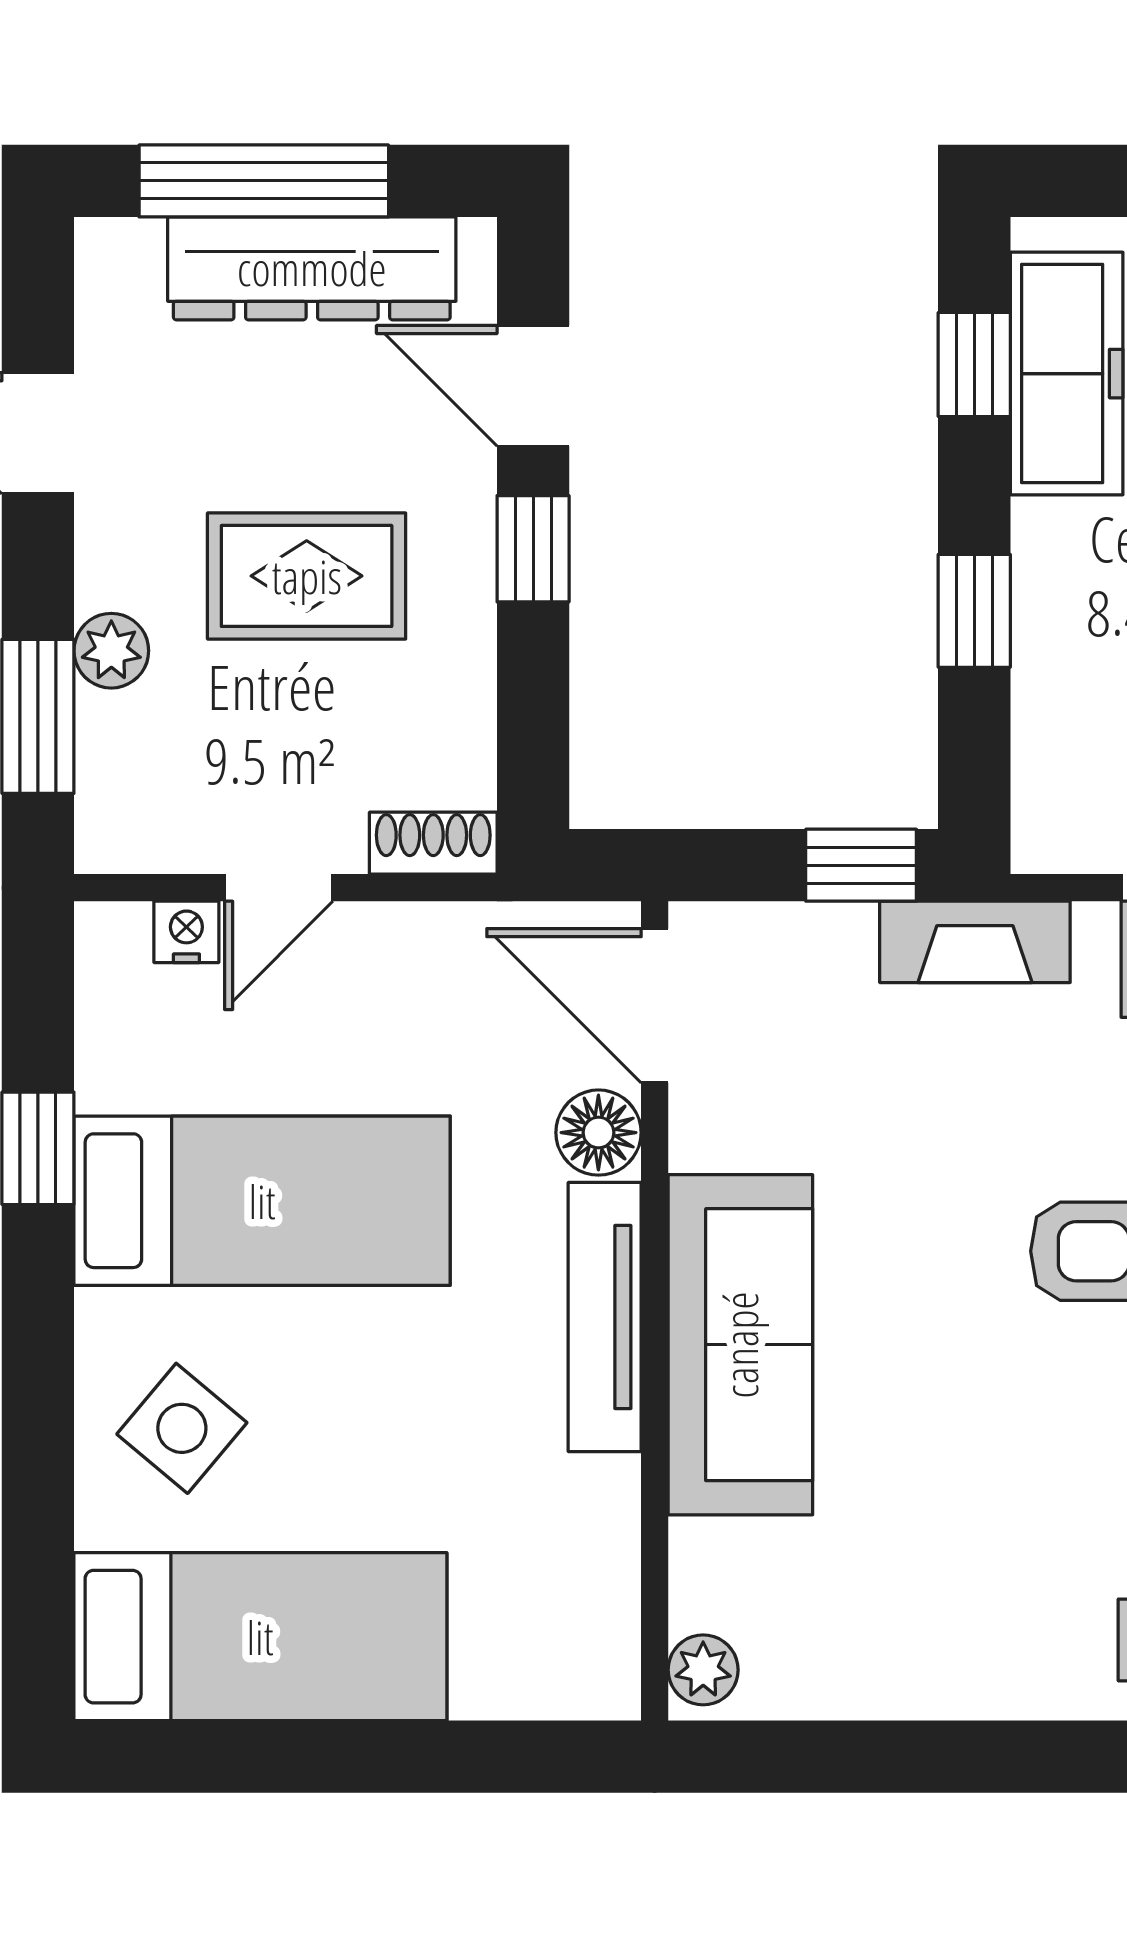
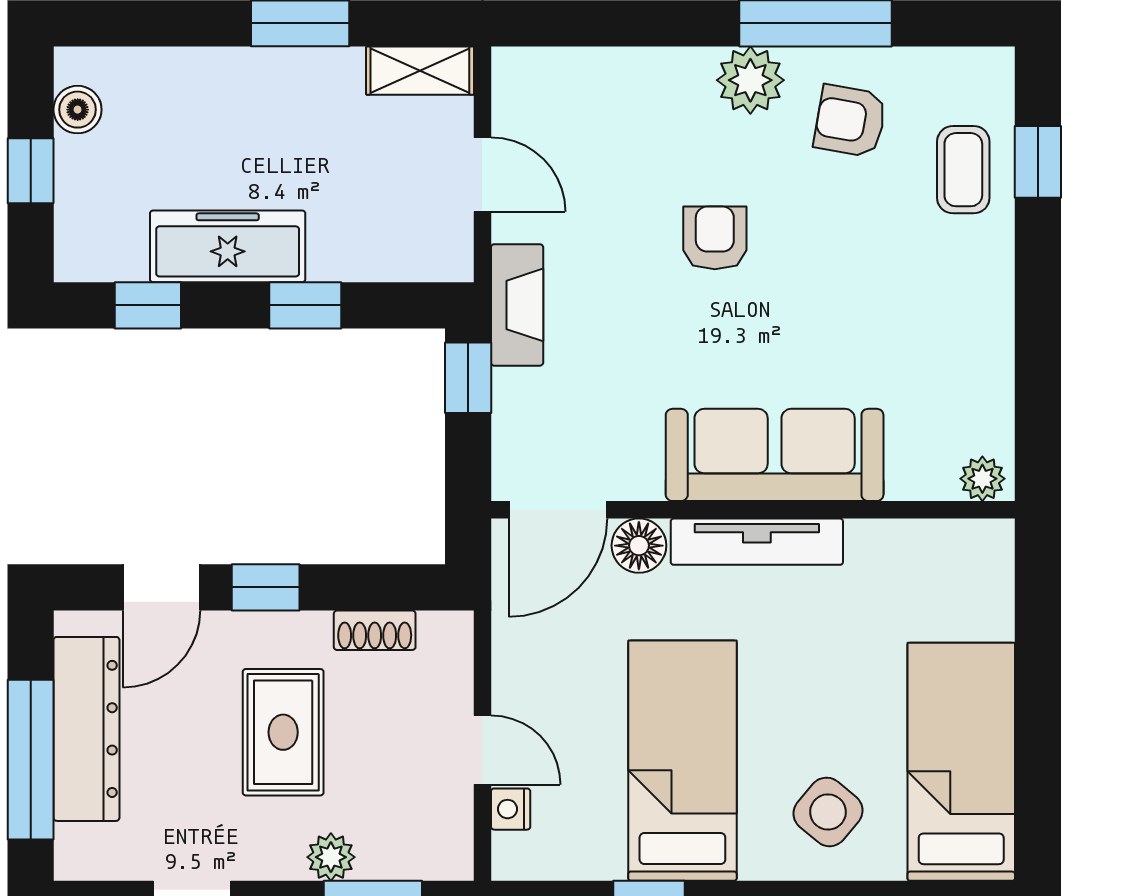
freezer: (1067, 374) -> (228, 246), moved
shoe rack: (433, 843) -> (375, 630), moved, turned -90

